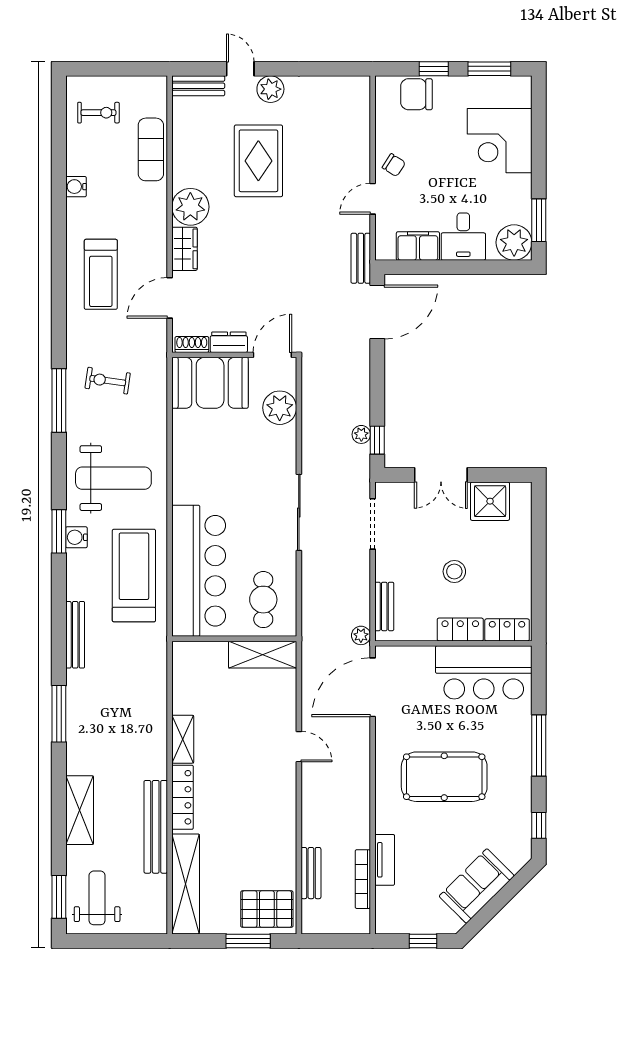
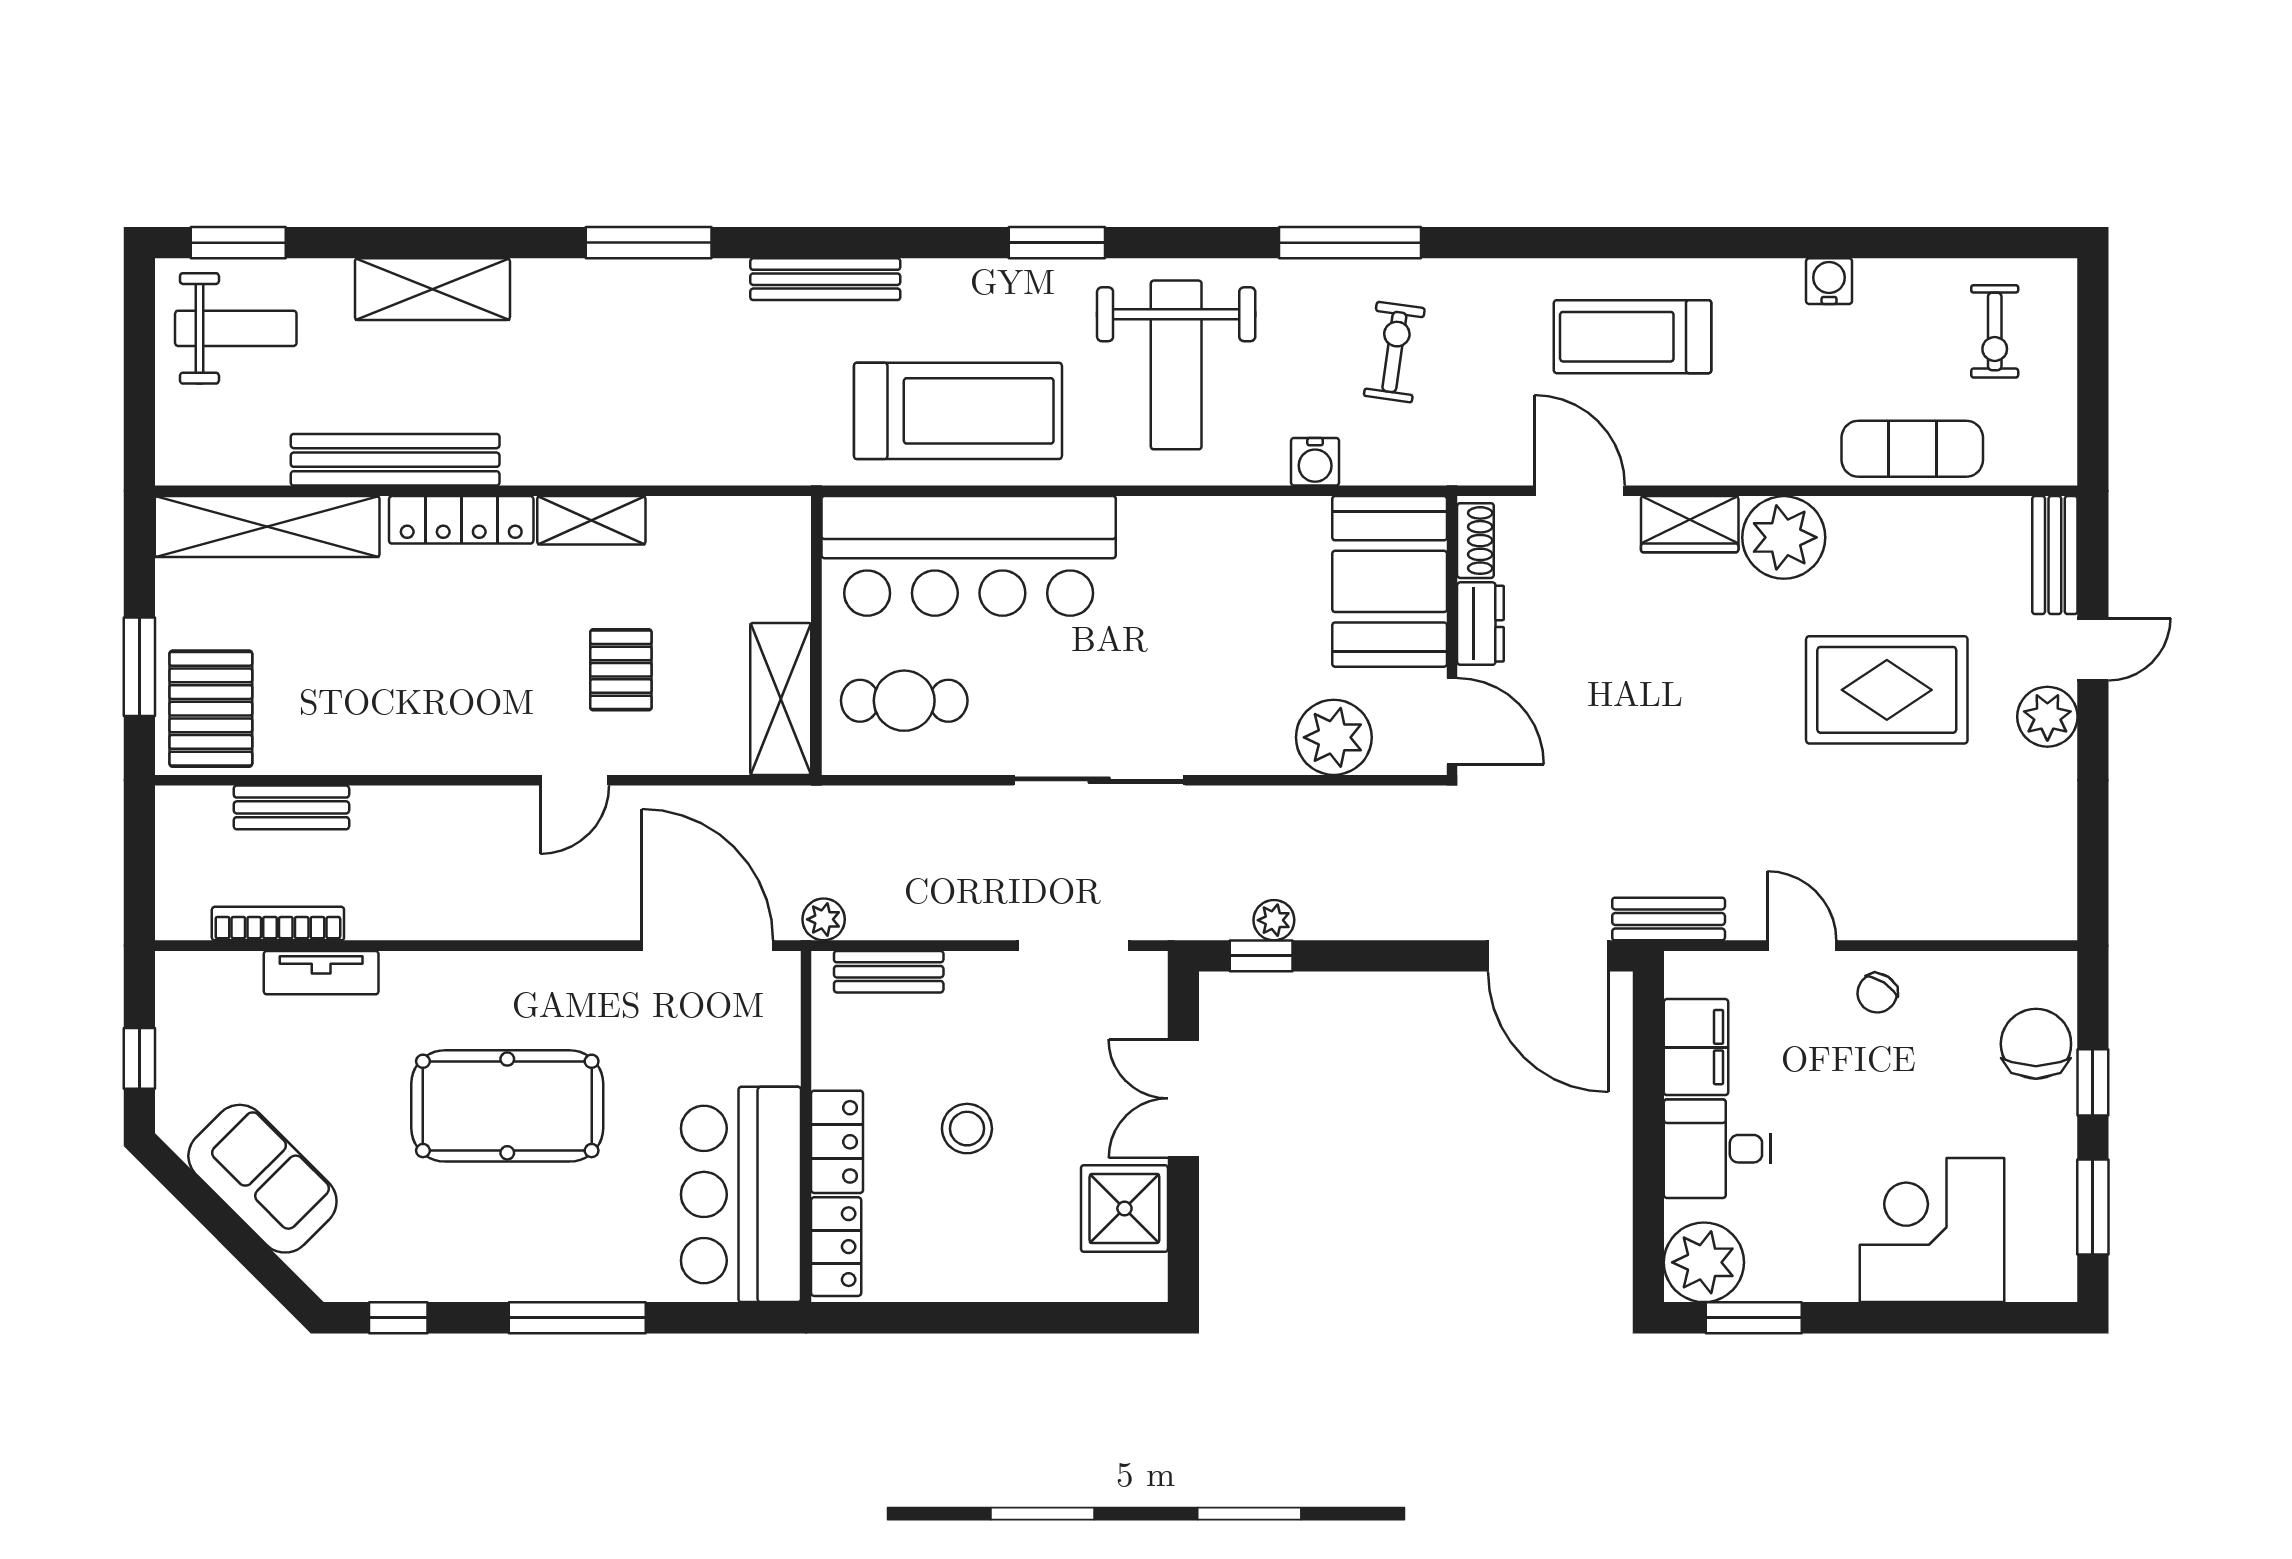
water cooler: (76, 537) -> (1315, 462), moved, turned 180
pallet: (250, 726) -> (621, 670), added
pool table: (444, 777) -> (507, 1106), turned 90

